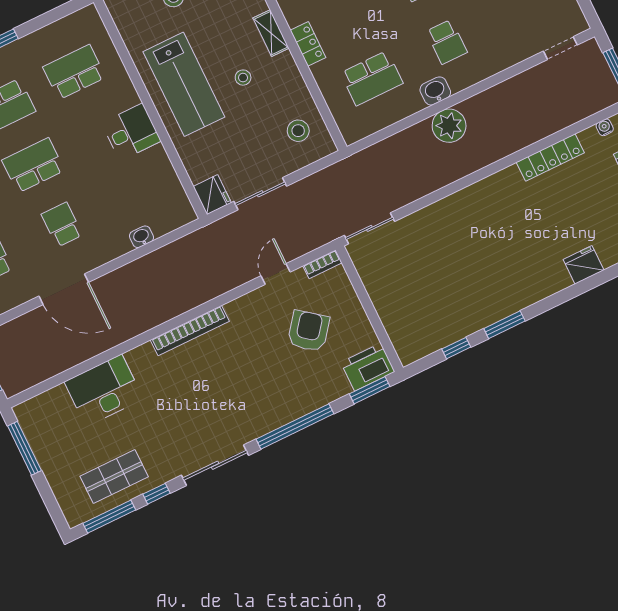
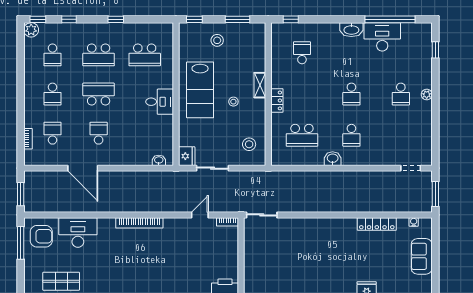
school desk: (74, 72) -> (145, 55), turned 180
plant: (449, 126) -> (331, 181), removed
washbasin: (142, 237) -> (159, 160), moved
armchair: (308, 331) -> (41, 236), moved, turned 52

